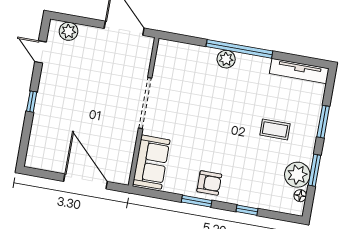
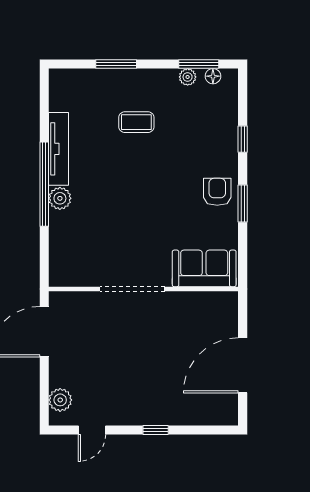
tv unit: (299, 71) -> (58, 149), moved
coffee table: (275, 129) -> (136, 122), turned 90
window: (315, 170) -> (199, 64), moved
plant: (297, 175) -> (188, 77), width x0.53, depth x0.53
door: (86, 181) -> (243, 365), moved

